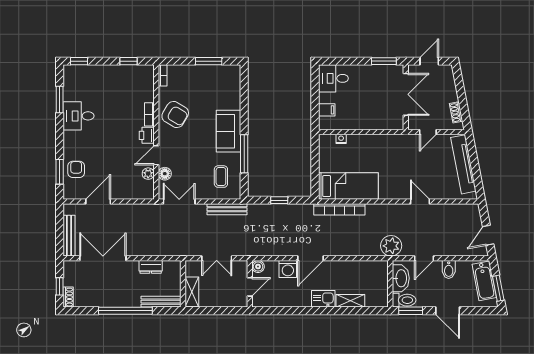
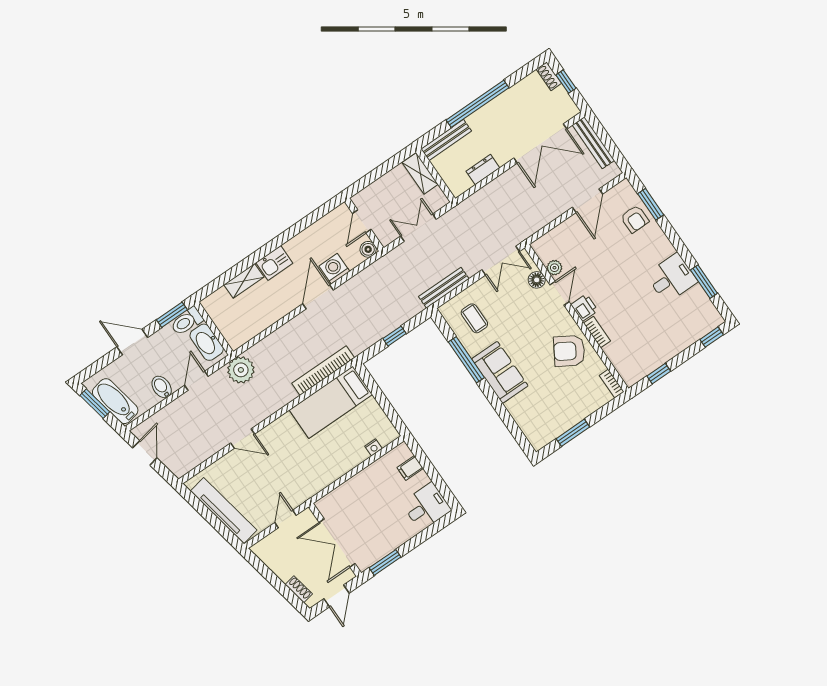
shoe rack: (456, 112) -> (299, 589), moved

